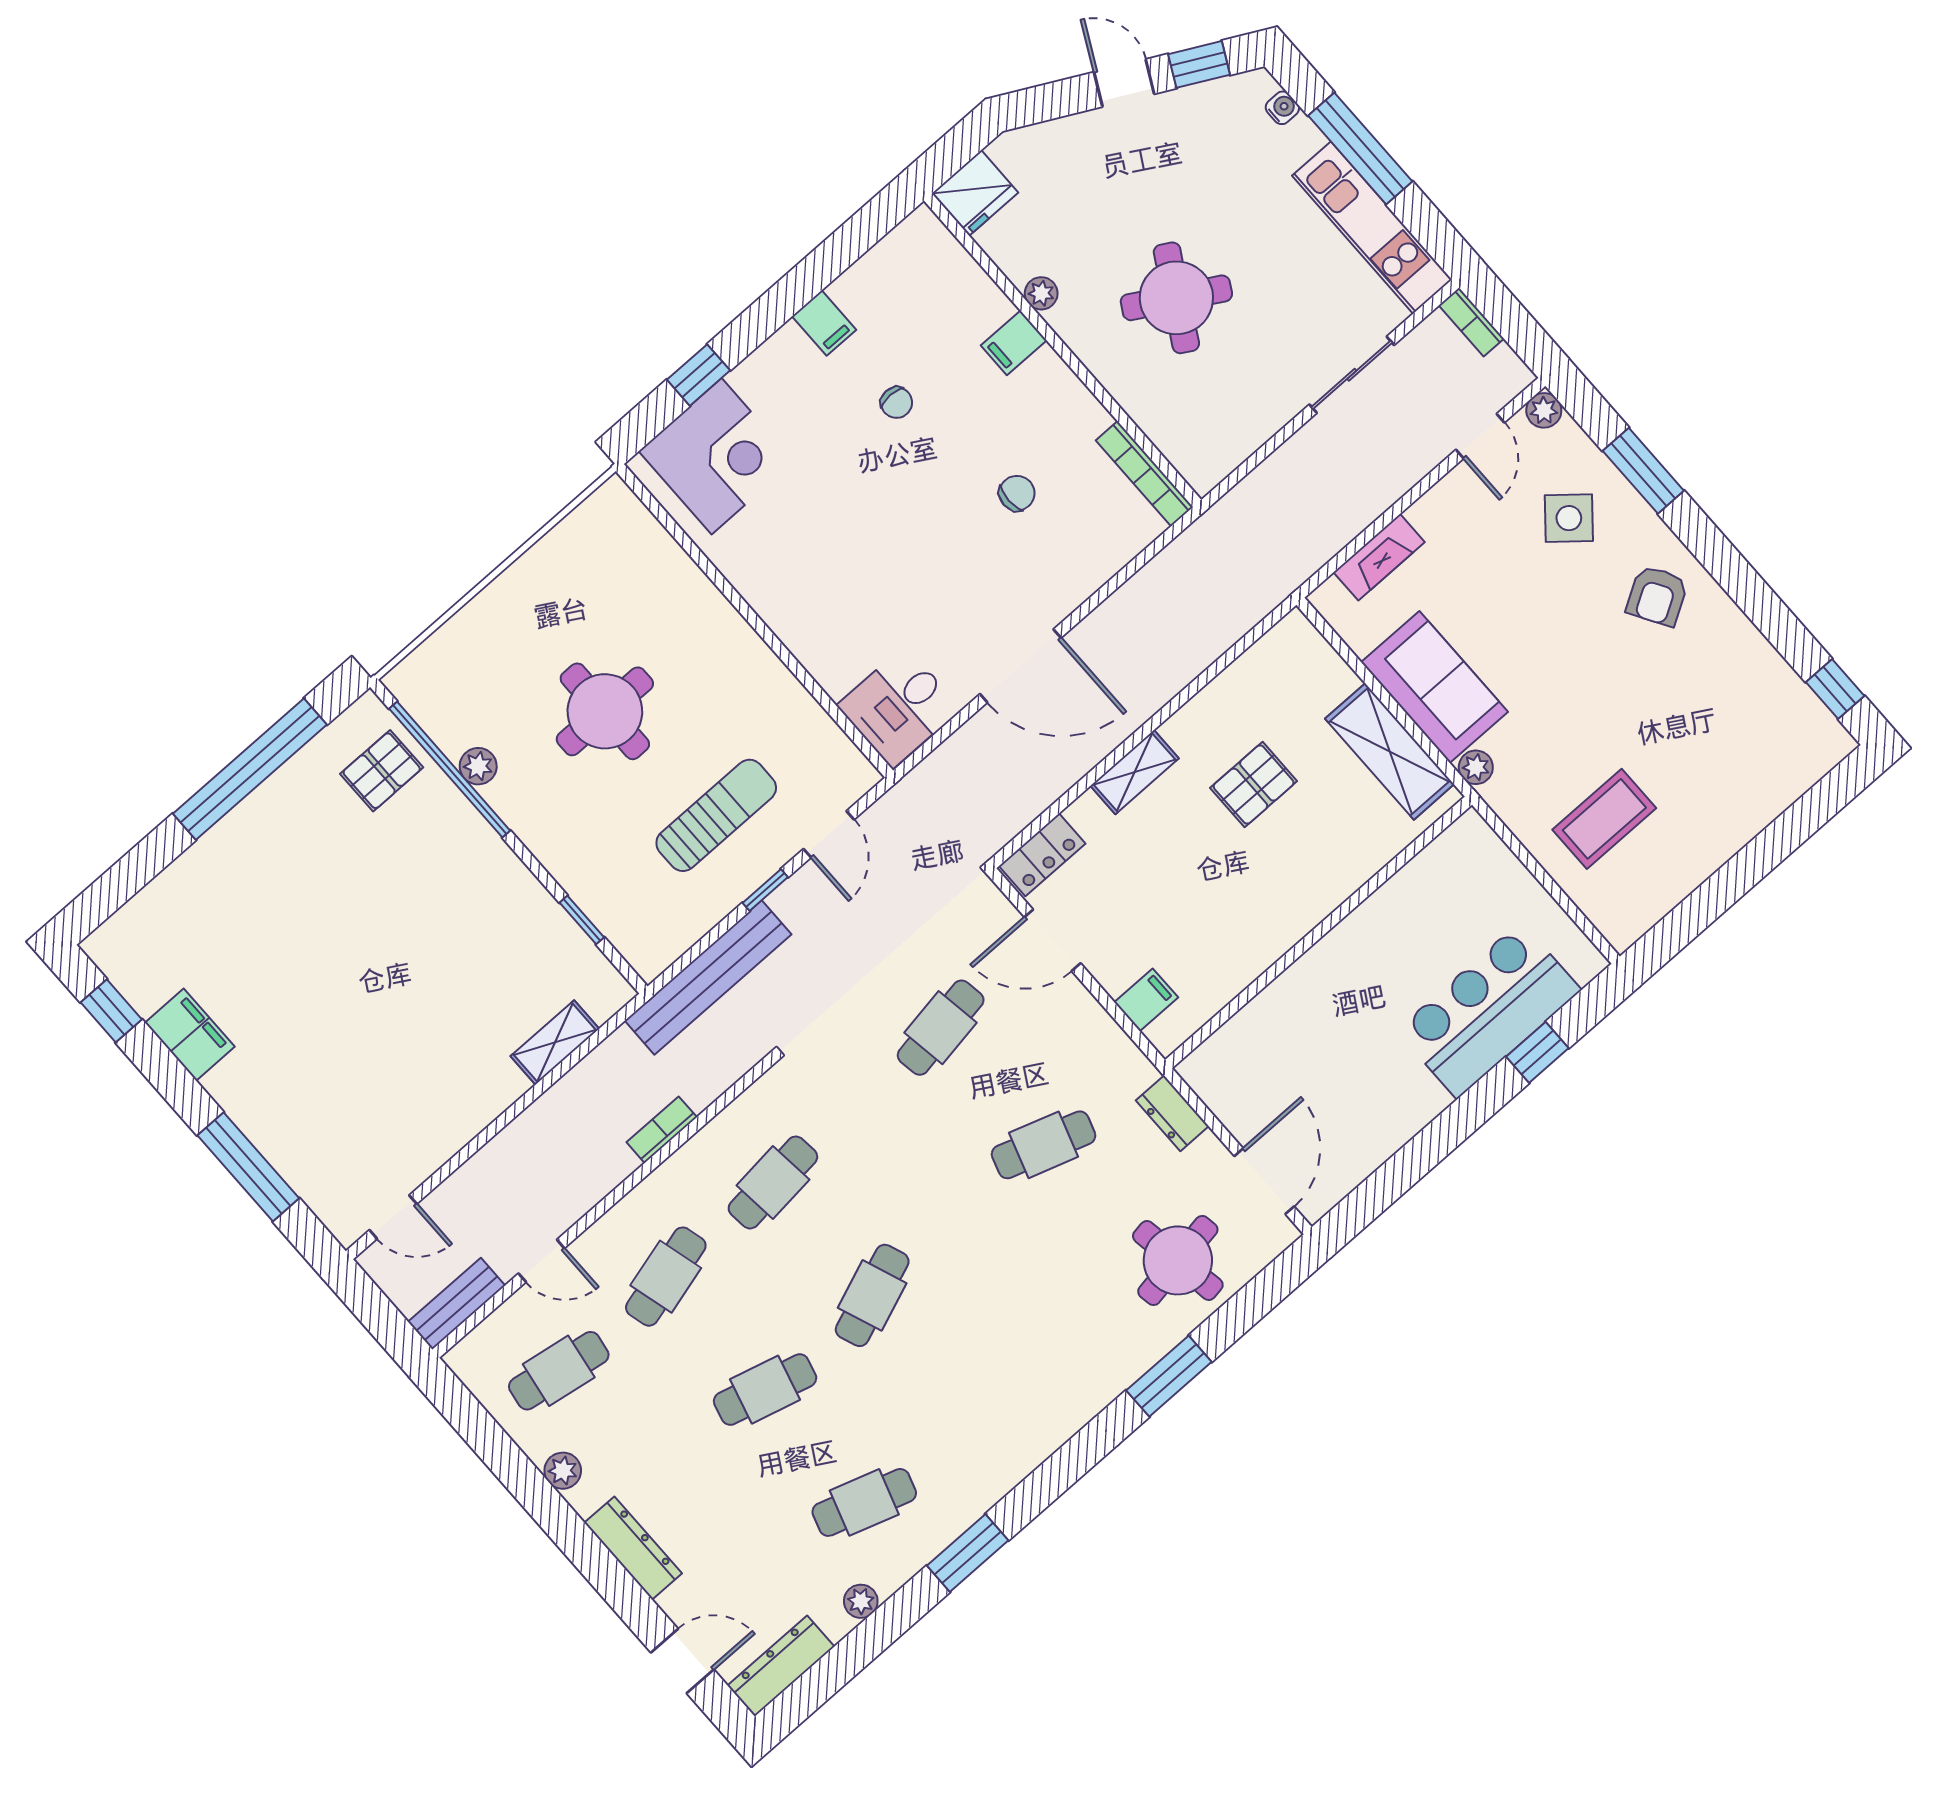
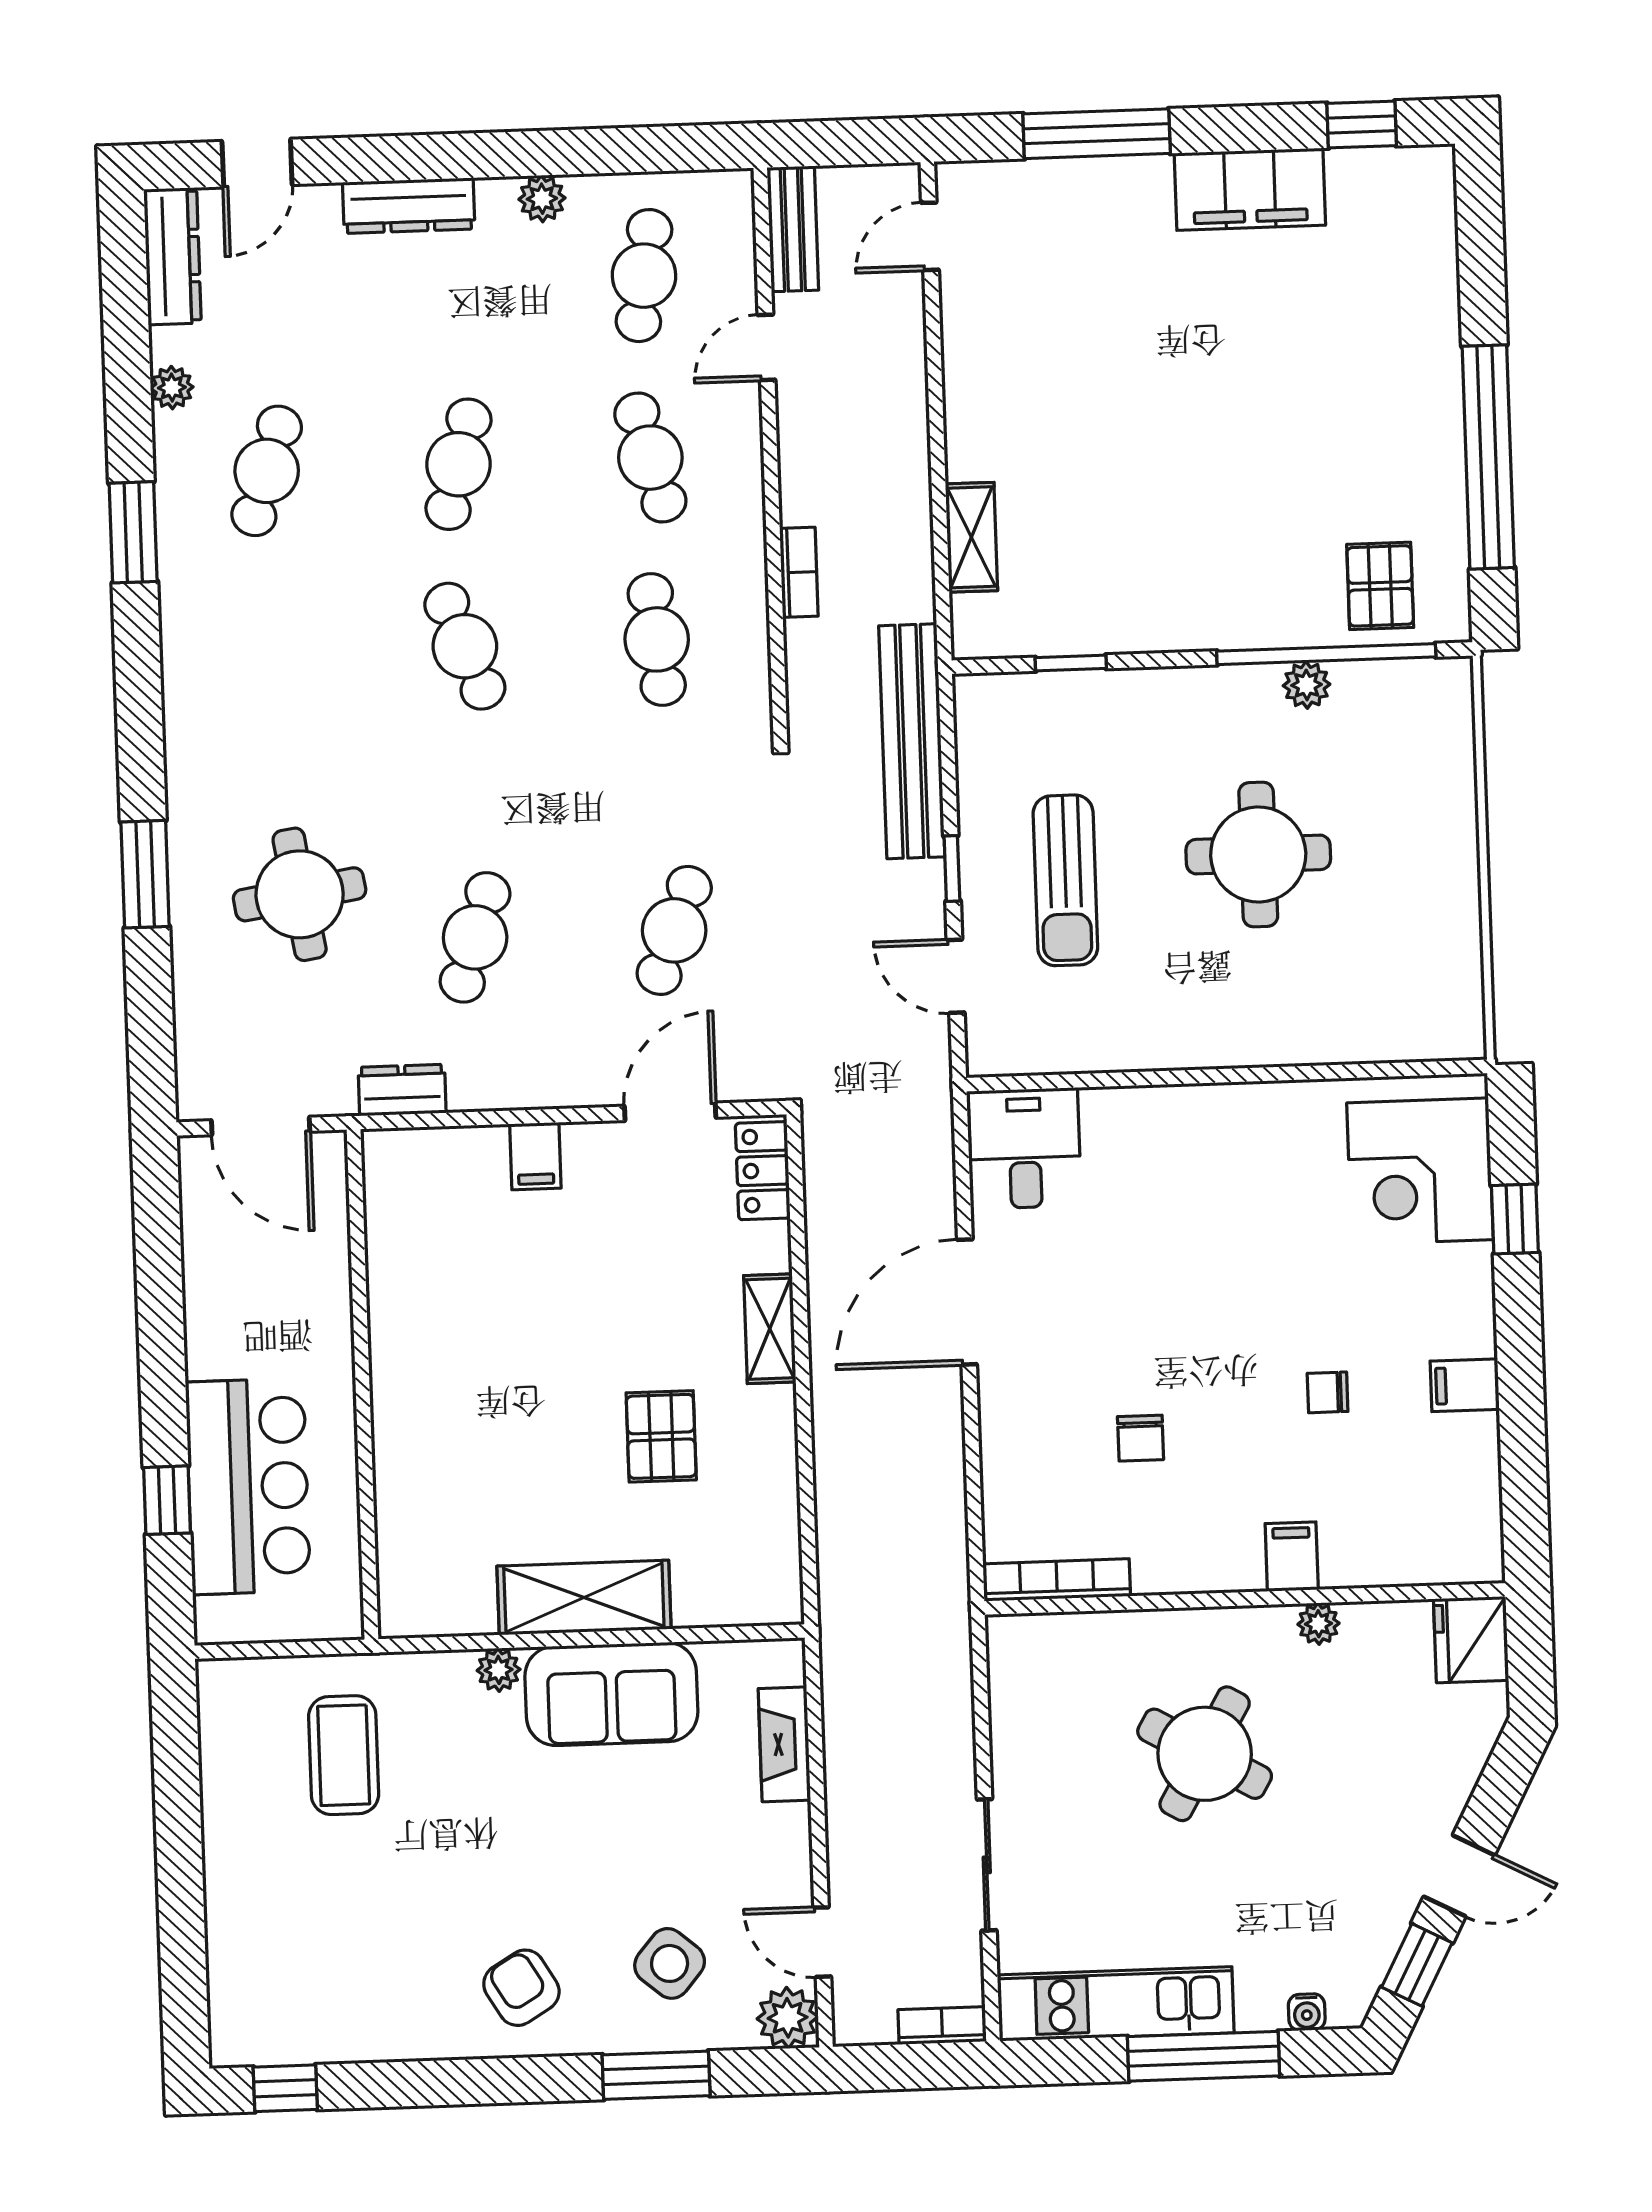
plant: (1544, 410) -> (788, 2018), width x1.38, depth x1.38
wall: (1318, 932) -> (362, 1384), moved
cafe table: (941, 1028) -> (674, 930), turned 30
filing cabinet: (190, 1035) -> (1250, 189), width x1.50, depth x1.17
round table: (1178, 1260) -> (300, 894), moved

